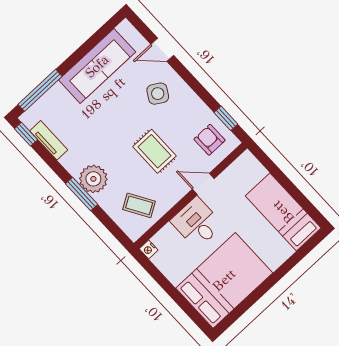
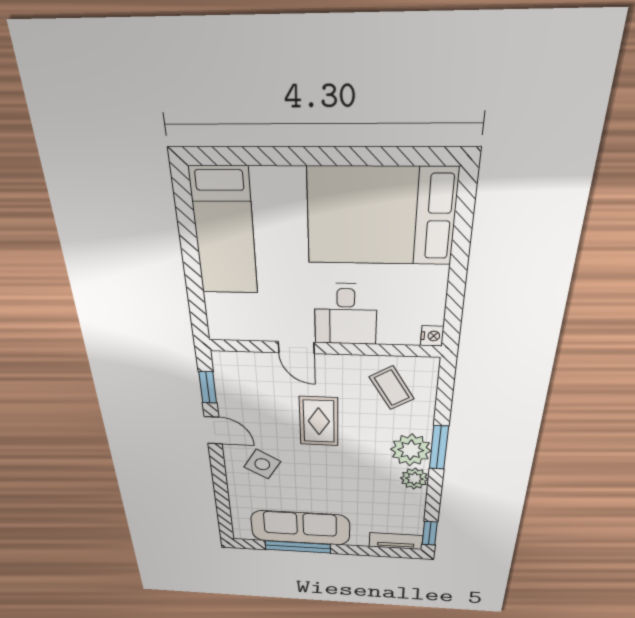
door: (162, 50) -> (213, 430), moved
window: (40, 90) -> (298, 547), moved
tv unit: (49, 140) -> (396, 541), moved, turned 90
armchair: (210, 140) -> (246, 383), removed
plant: (73, 163) -> (414, 479), added

